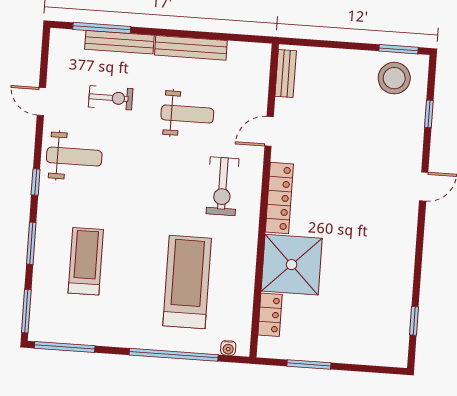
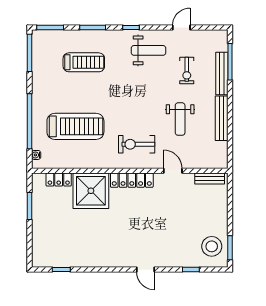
weight bench: (74, 157) -> (149, 50), turned -90

